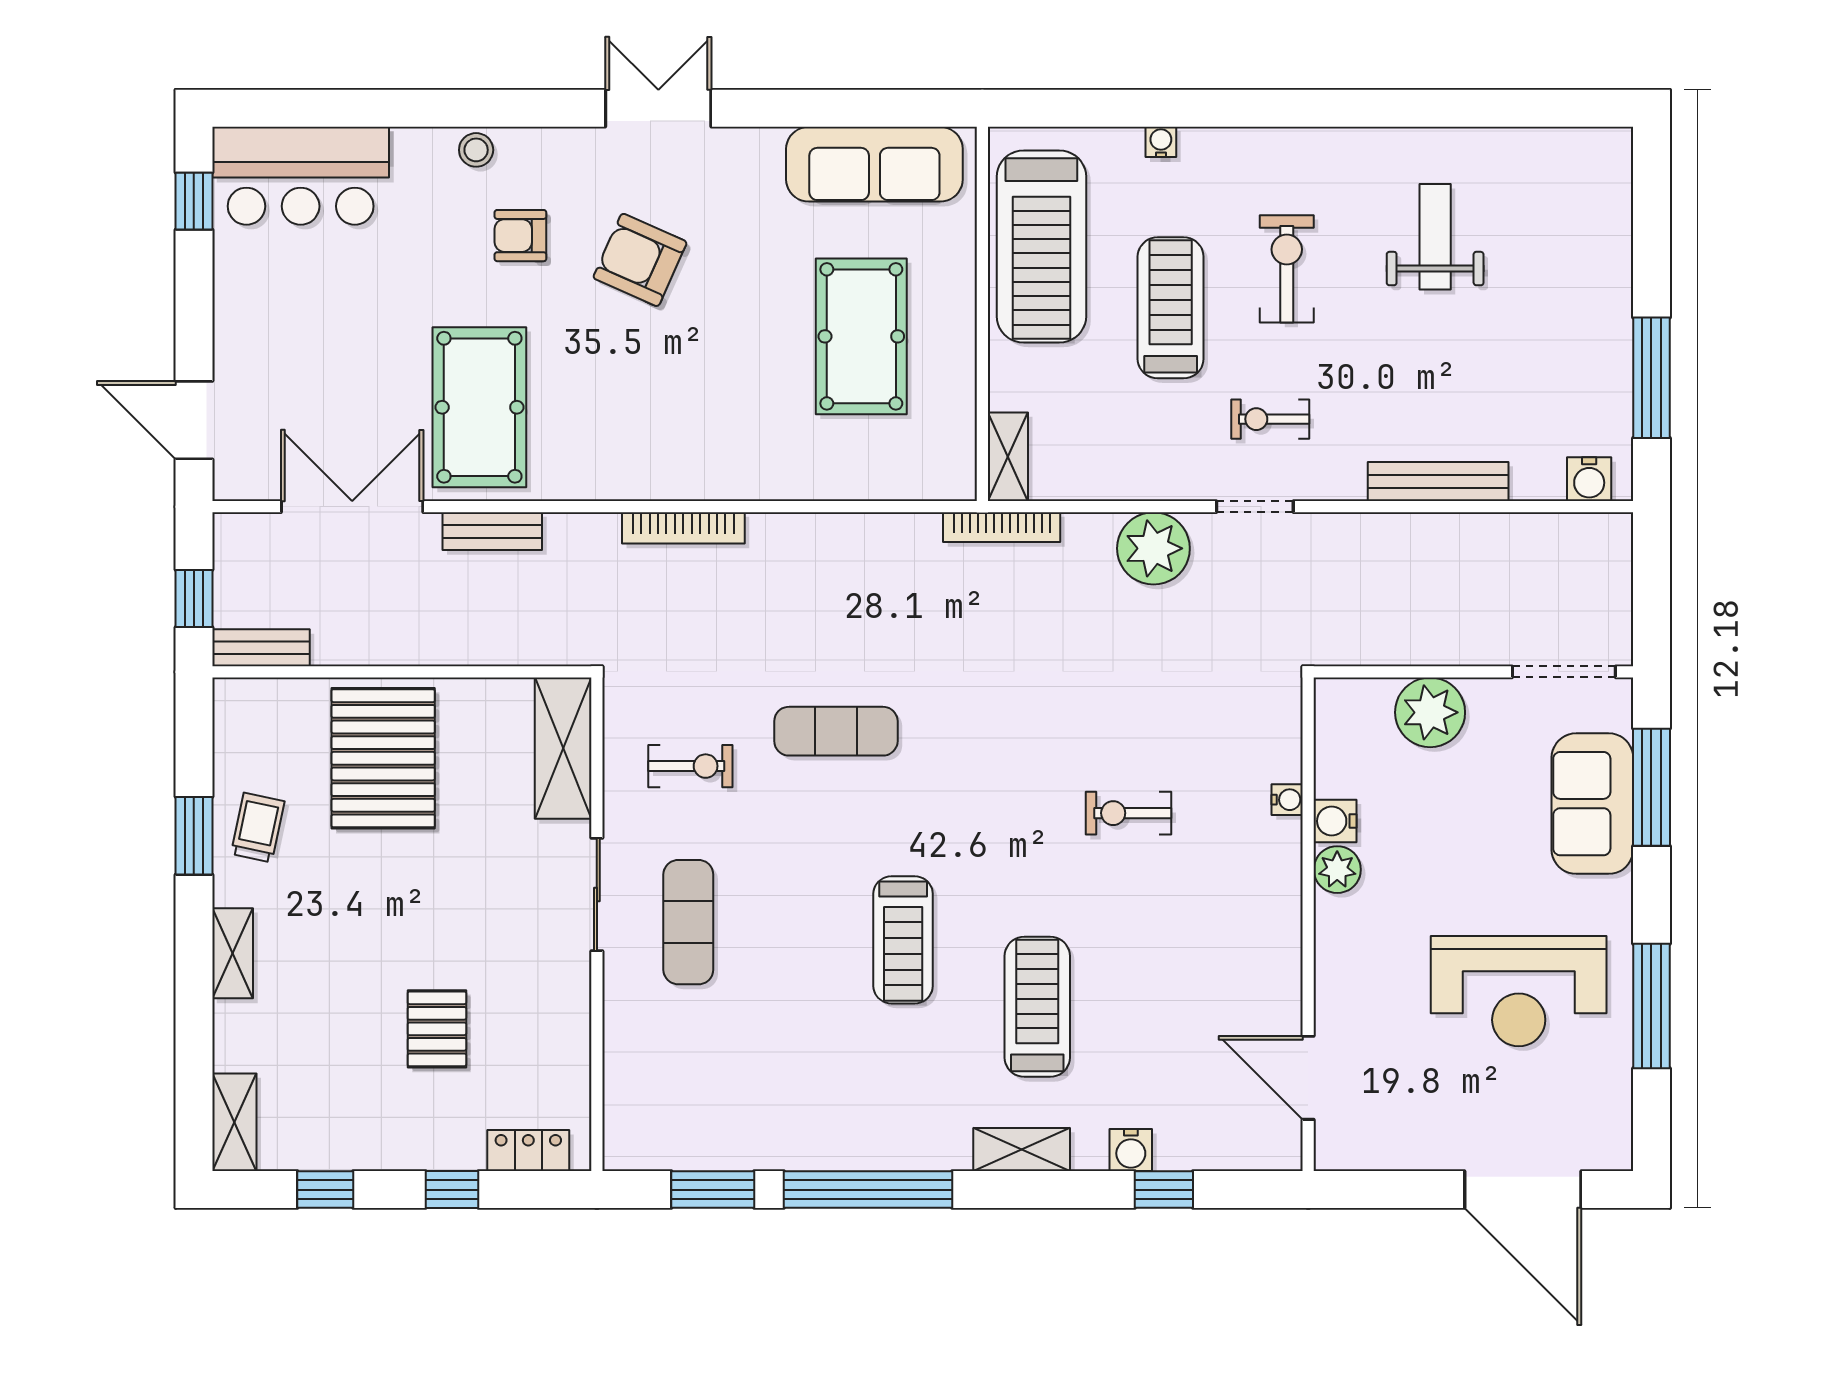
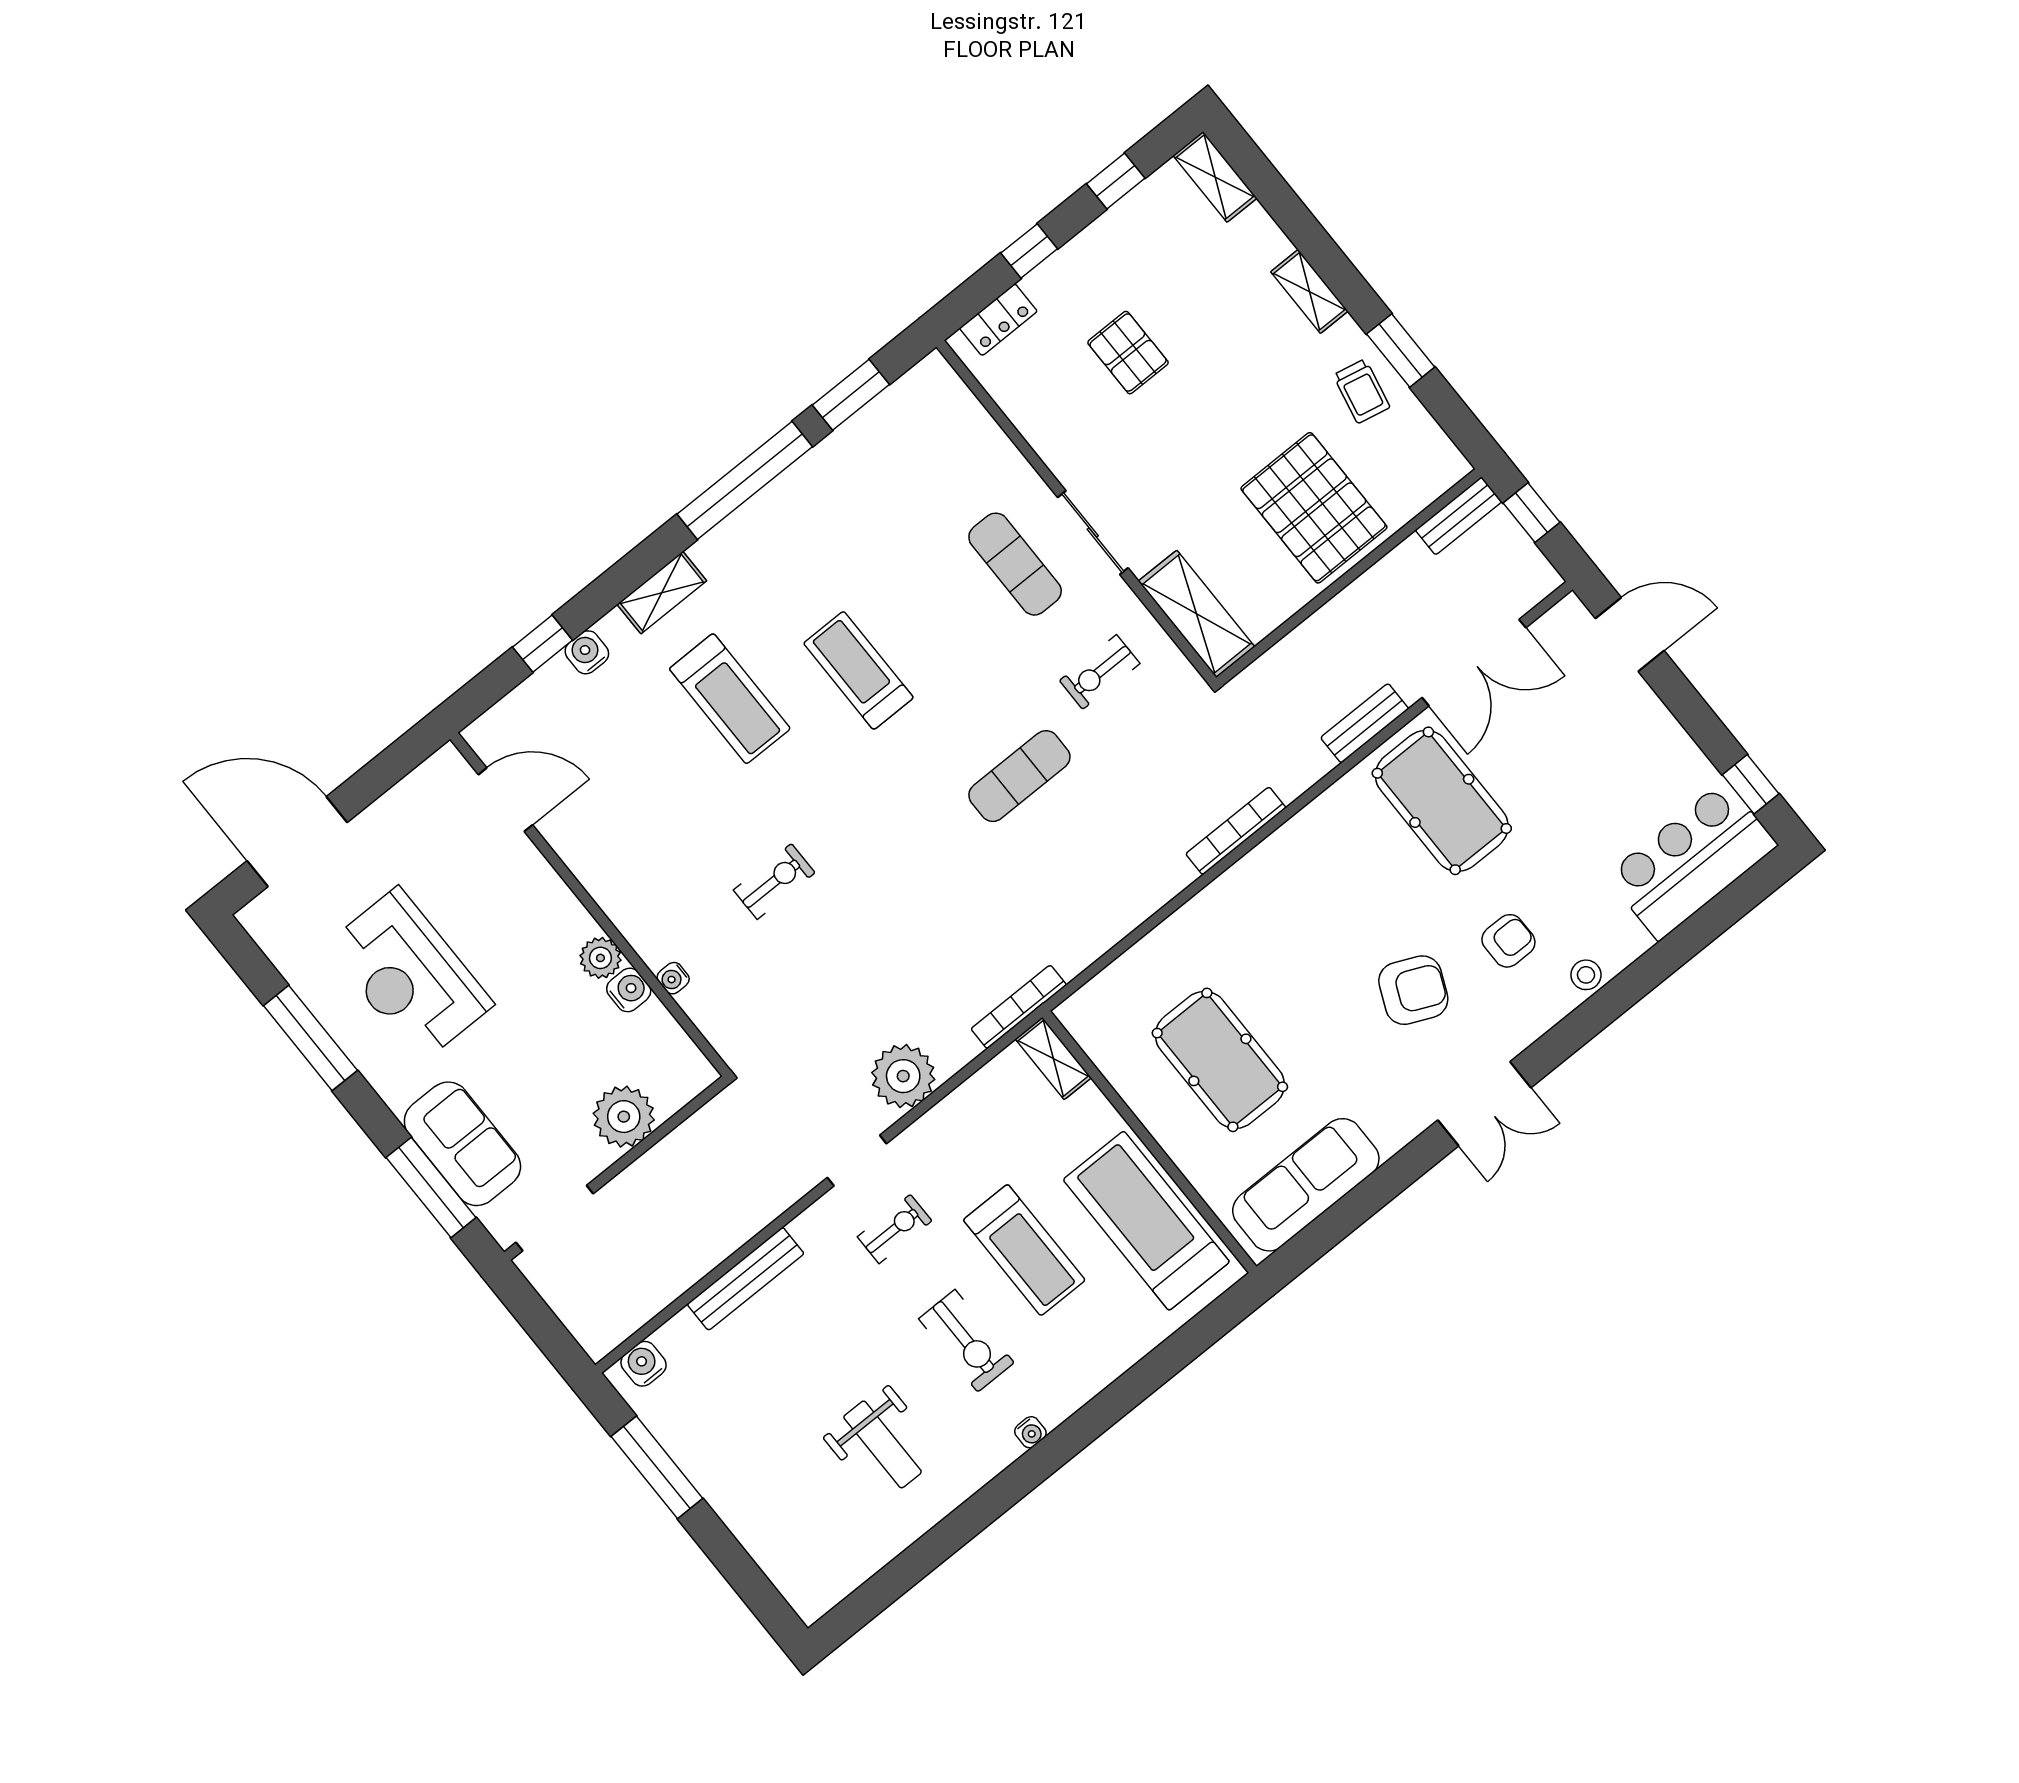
water cooler: (1161, 142) -> (1030, 1432), moved
reception desk: (1519, 991) -> (409, 975), turned -90

